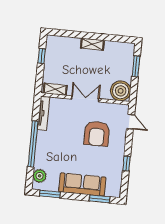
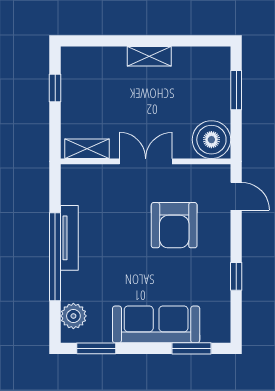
tv unit: (44, 113) -> (69, 238), moved

